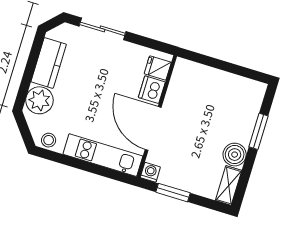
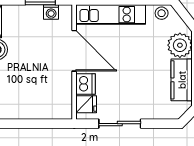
sliding door: (102, 29) -> (120, 124), moved
washing machine: (150, 172) -> (51, 12), moved

